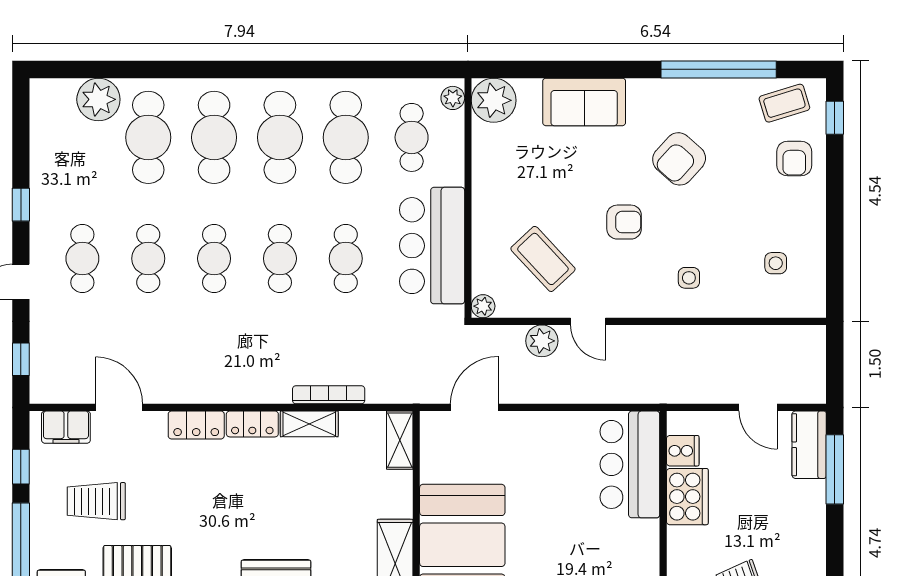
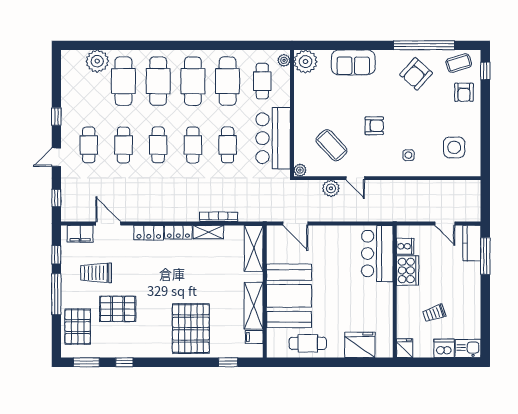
armchair: (679, 159) -> (416, 74), moved
side table: (776, 263) -> (454, 147), width x1.87, depth x1.87
door: (474, 407) -> (295, 223), swing flipped
shelving: (400, 440) -> (254, 248), width x1.50, depth x1.33

